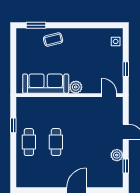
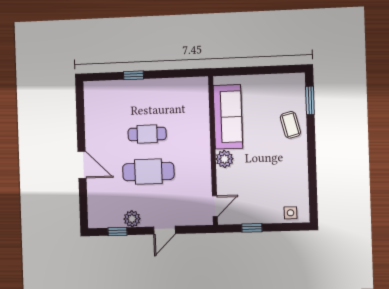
window: (13, 125) -> (134, 75), moved
cafe table: (29, 142) -> (148, 172), moved, width x1.37, depth x1.35

